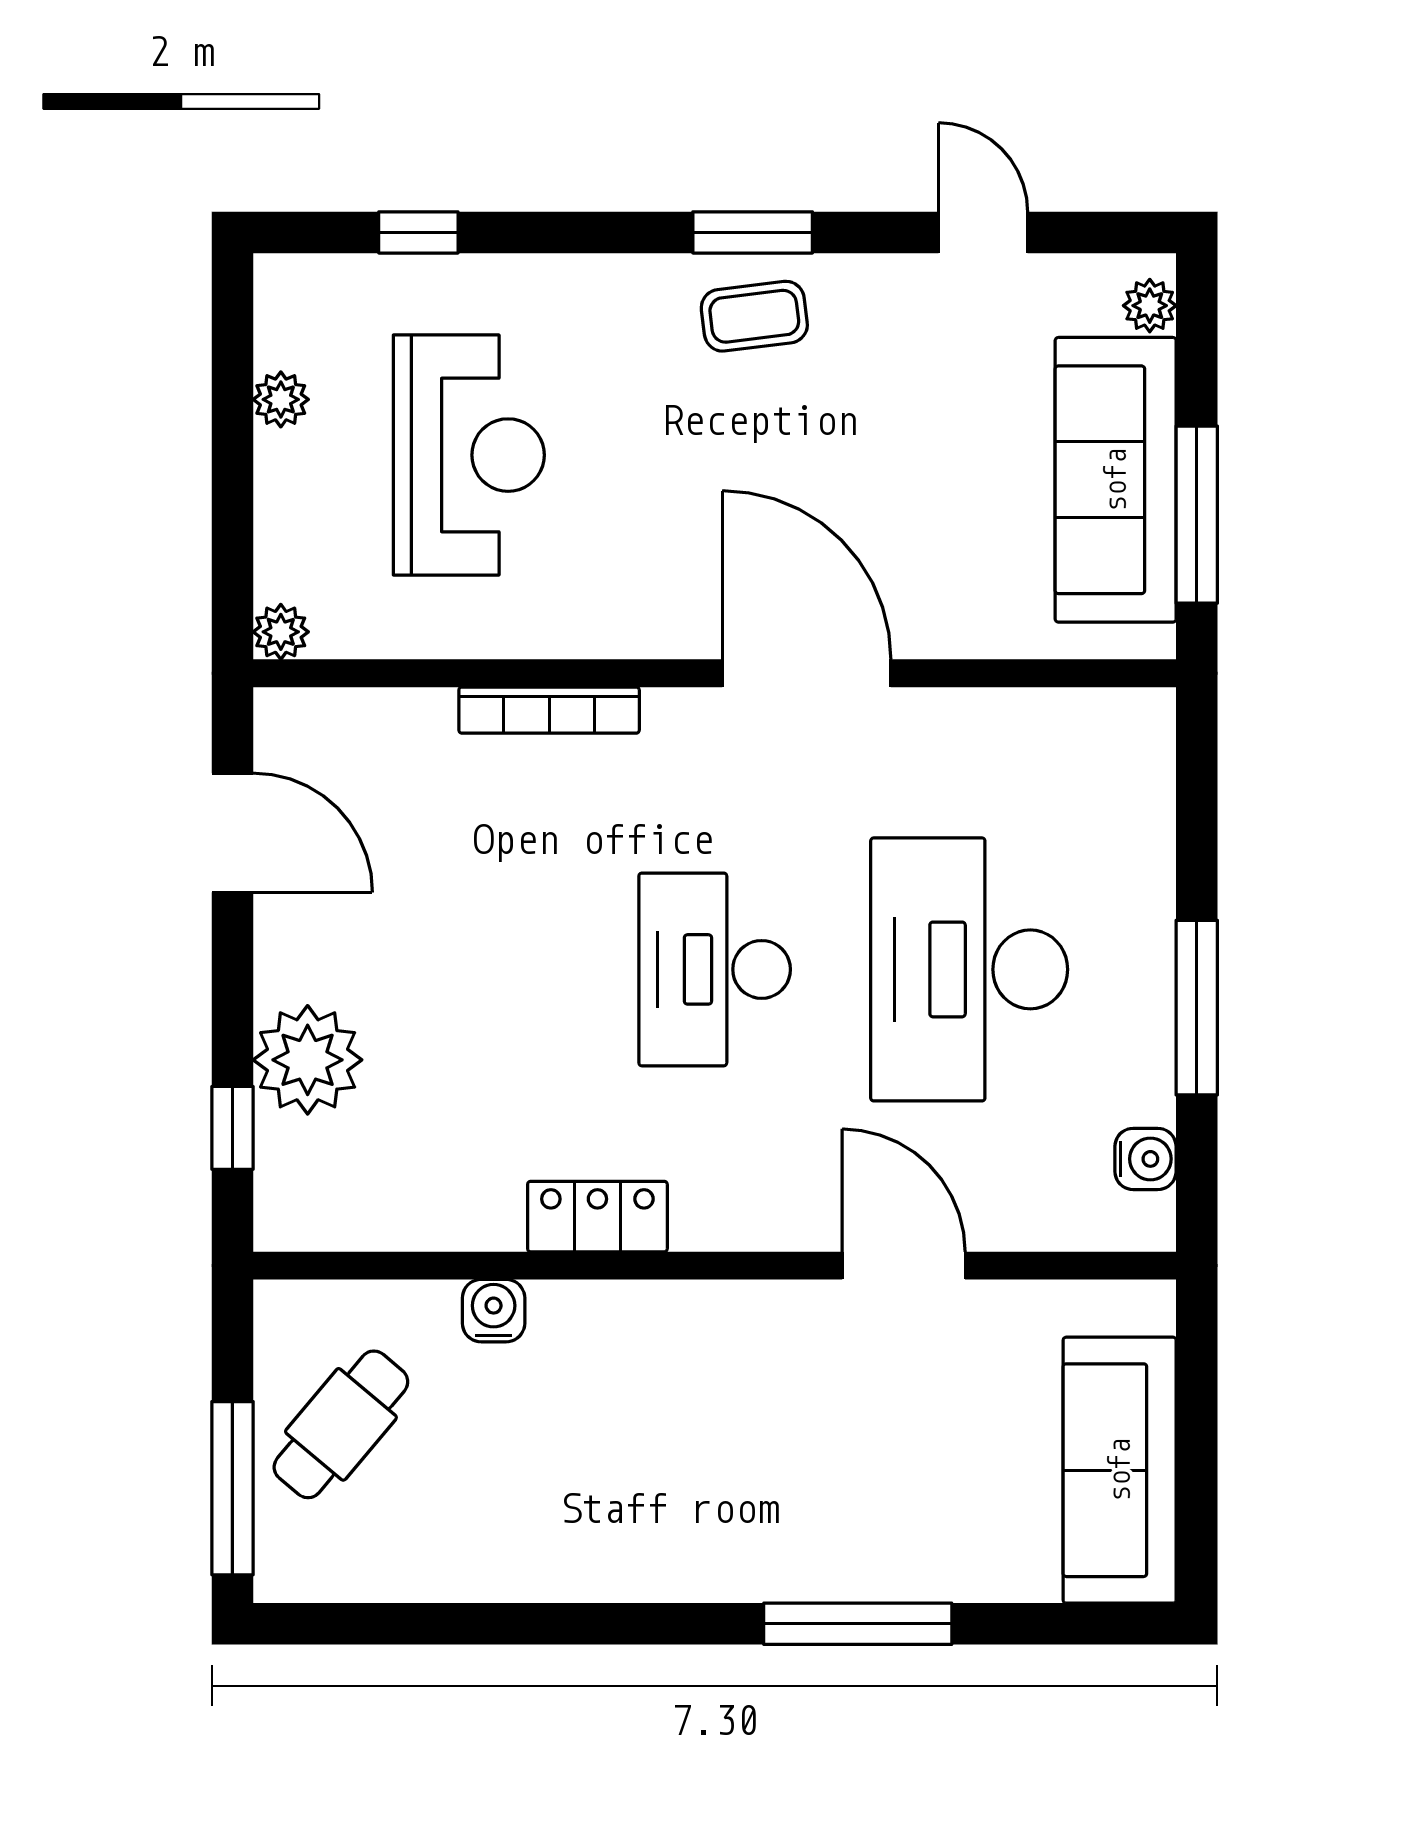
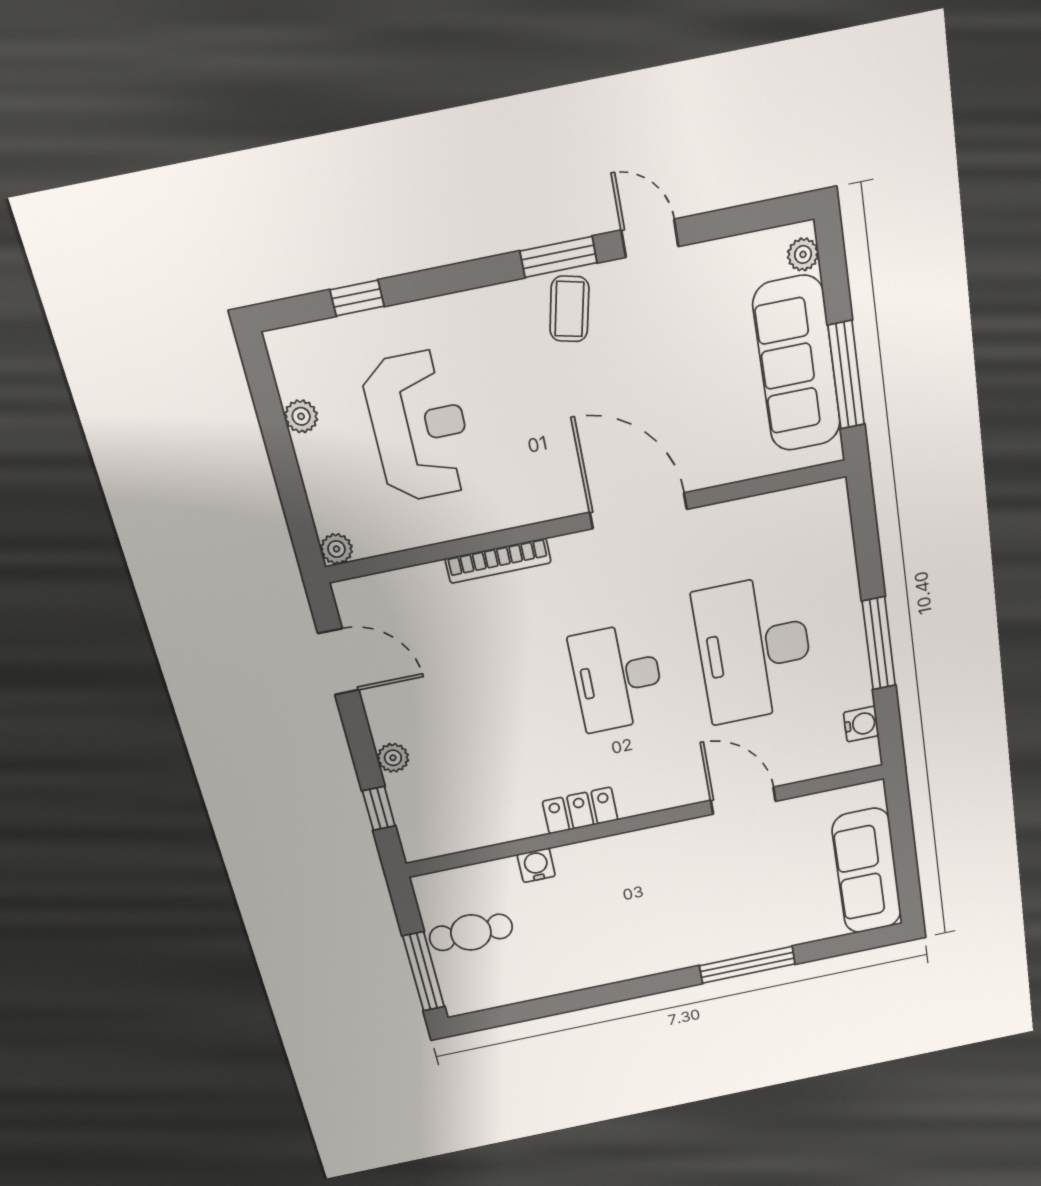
door: (983, 232) -> (650, 238), moved
coffee table: (754, 316) -> (569, 309), turned -70
plant: (308, 1060) -> (393, 758), width x0.53, depth x0.53
cafe table: (341, 1424) -> (471, 932), turned 50

